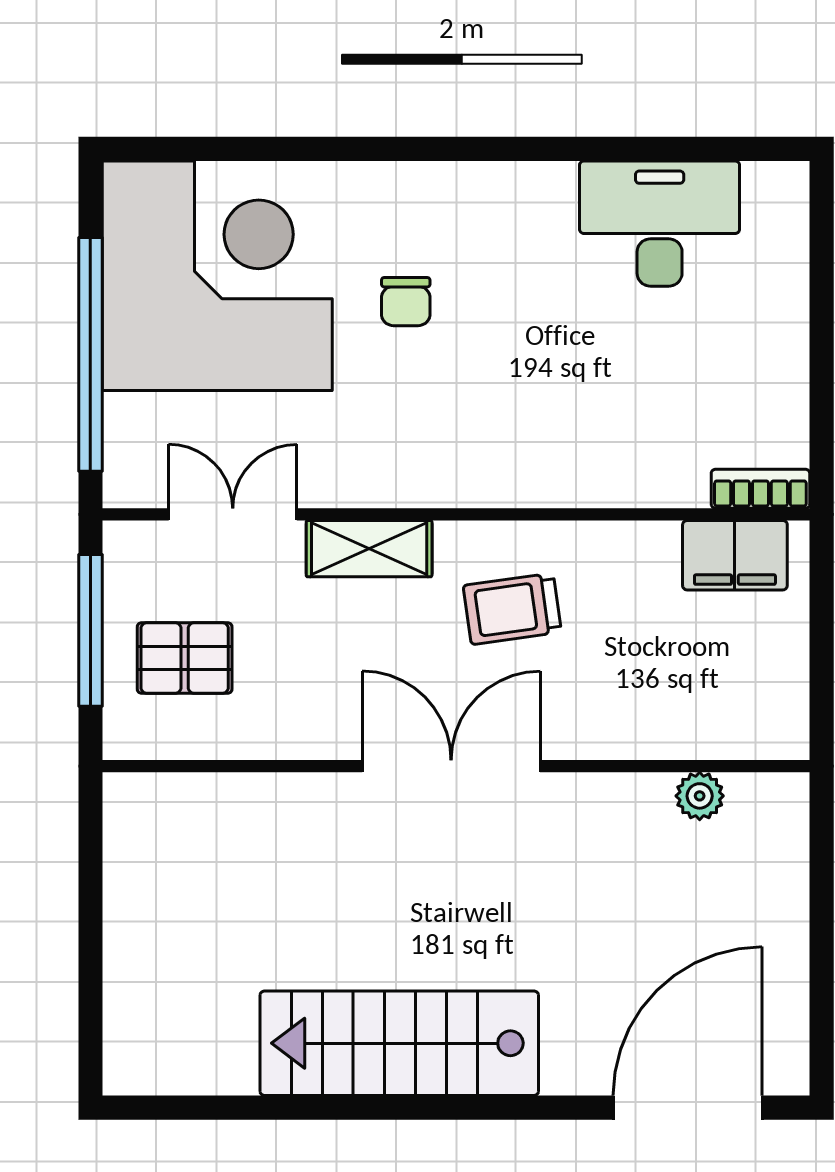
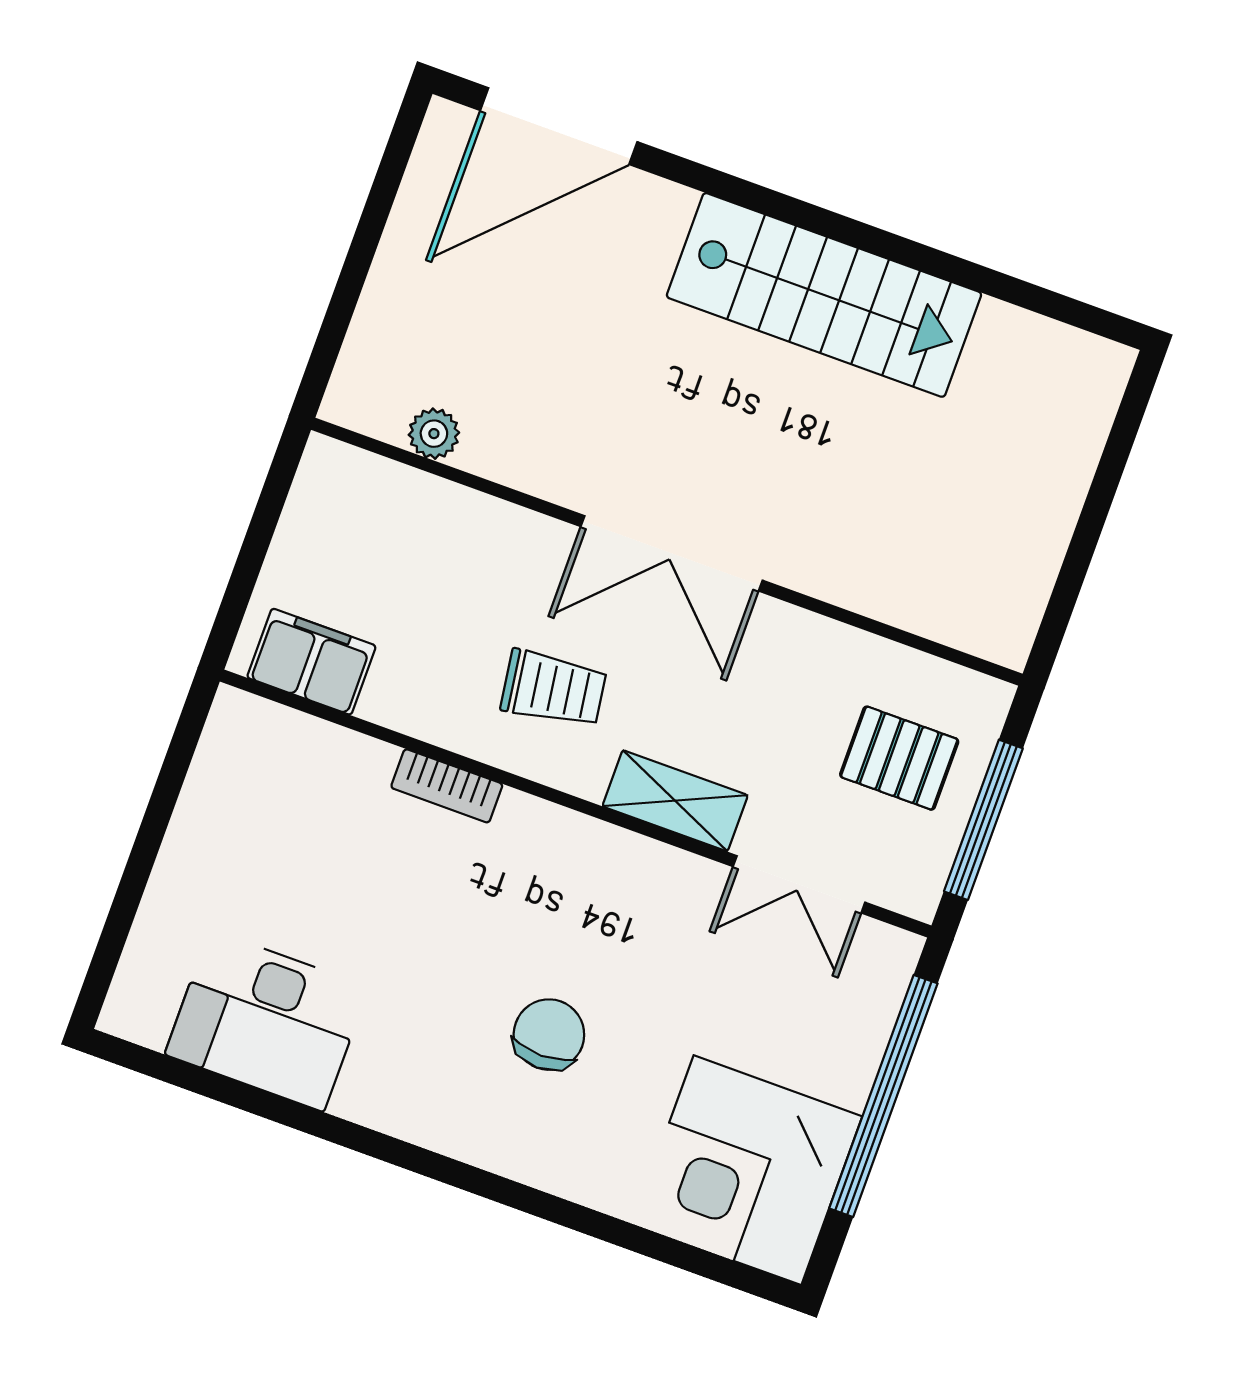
corner desk: (217, 276) -> (747, 1170), width x0.74, depth x0.74
chair: (406, 302) -> (549, 1035), width x1.37, depth x1.37
bookcase: (760, 489) -> (447, 786), moved

